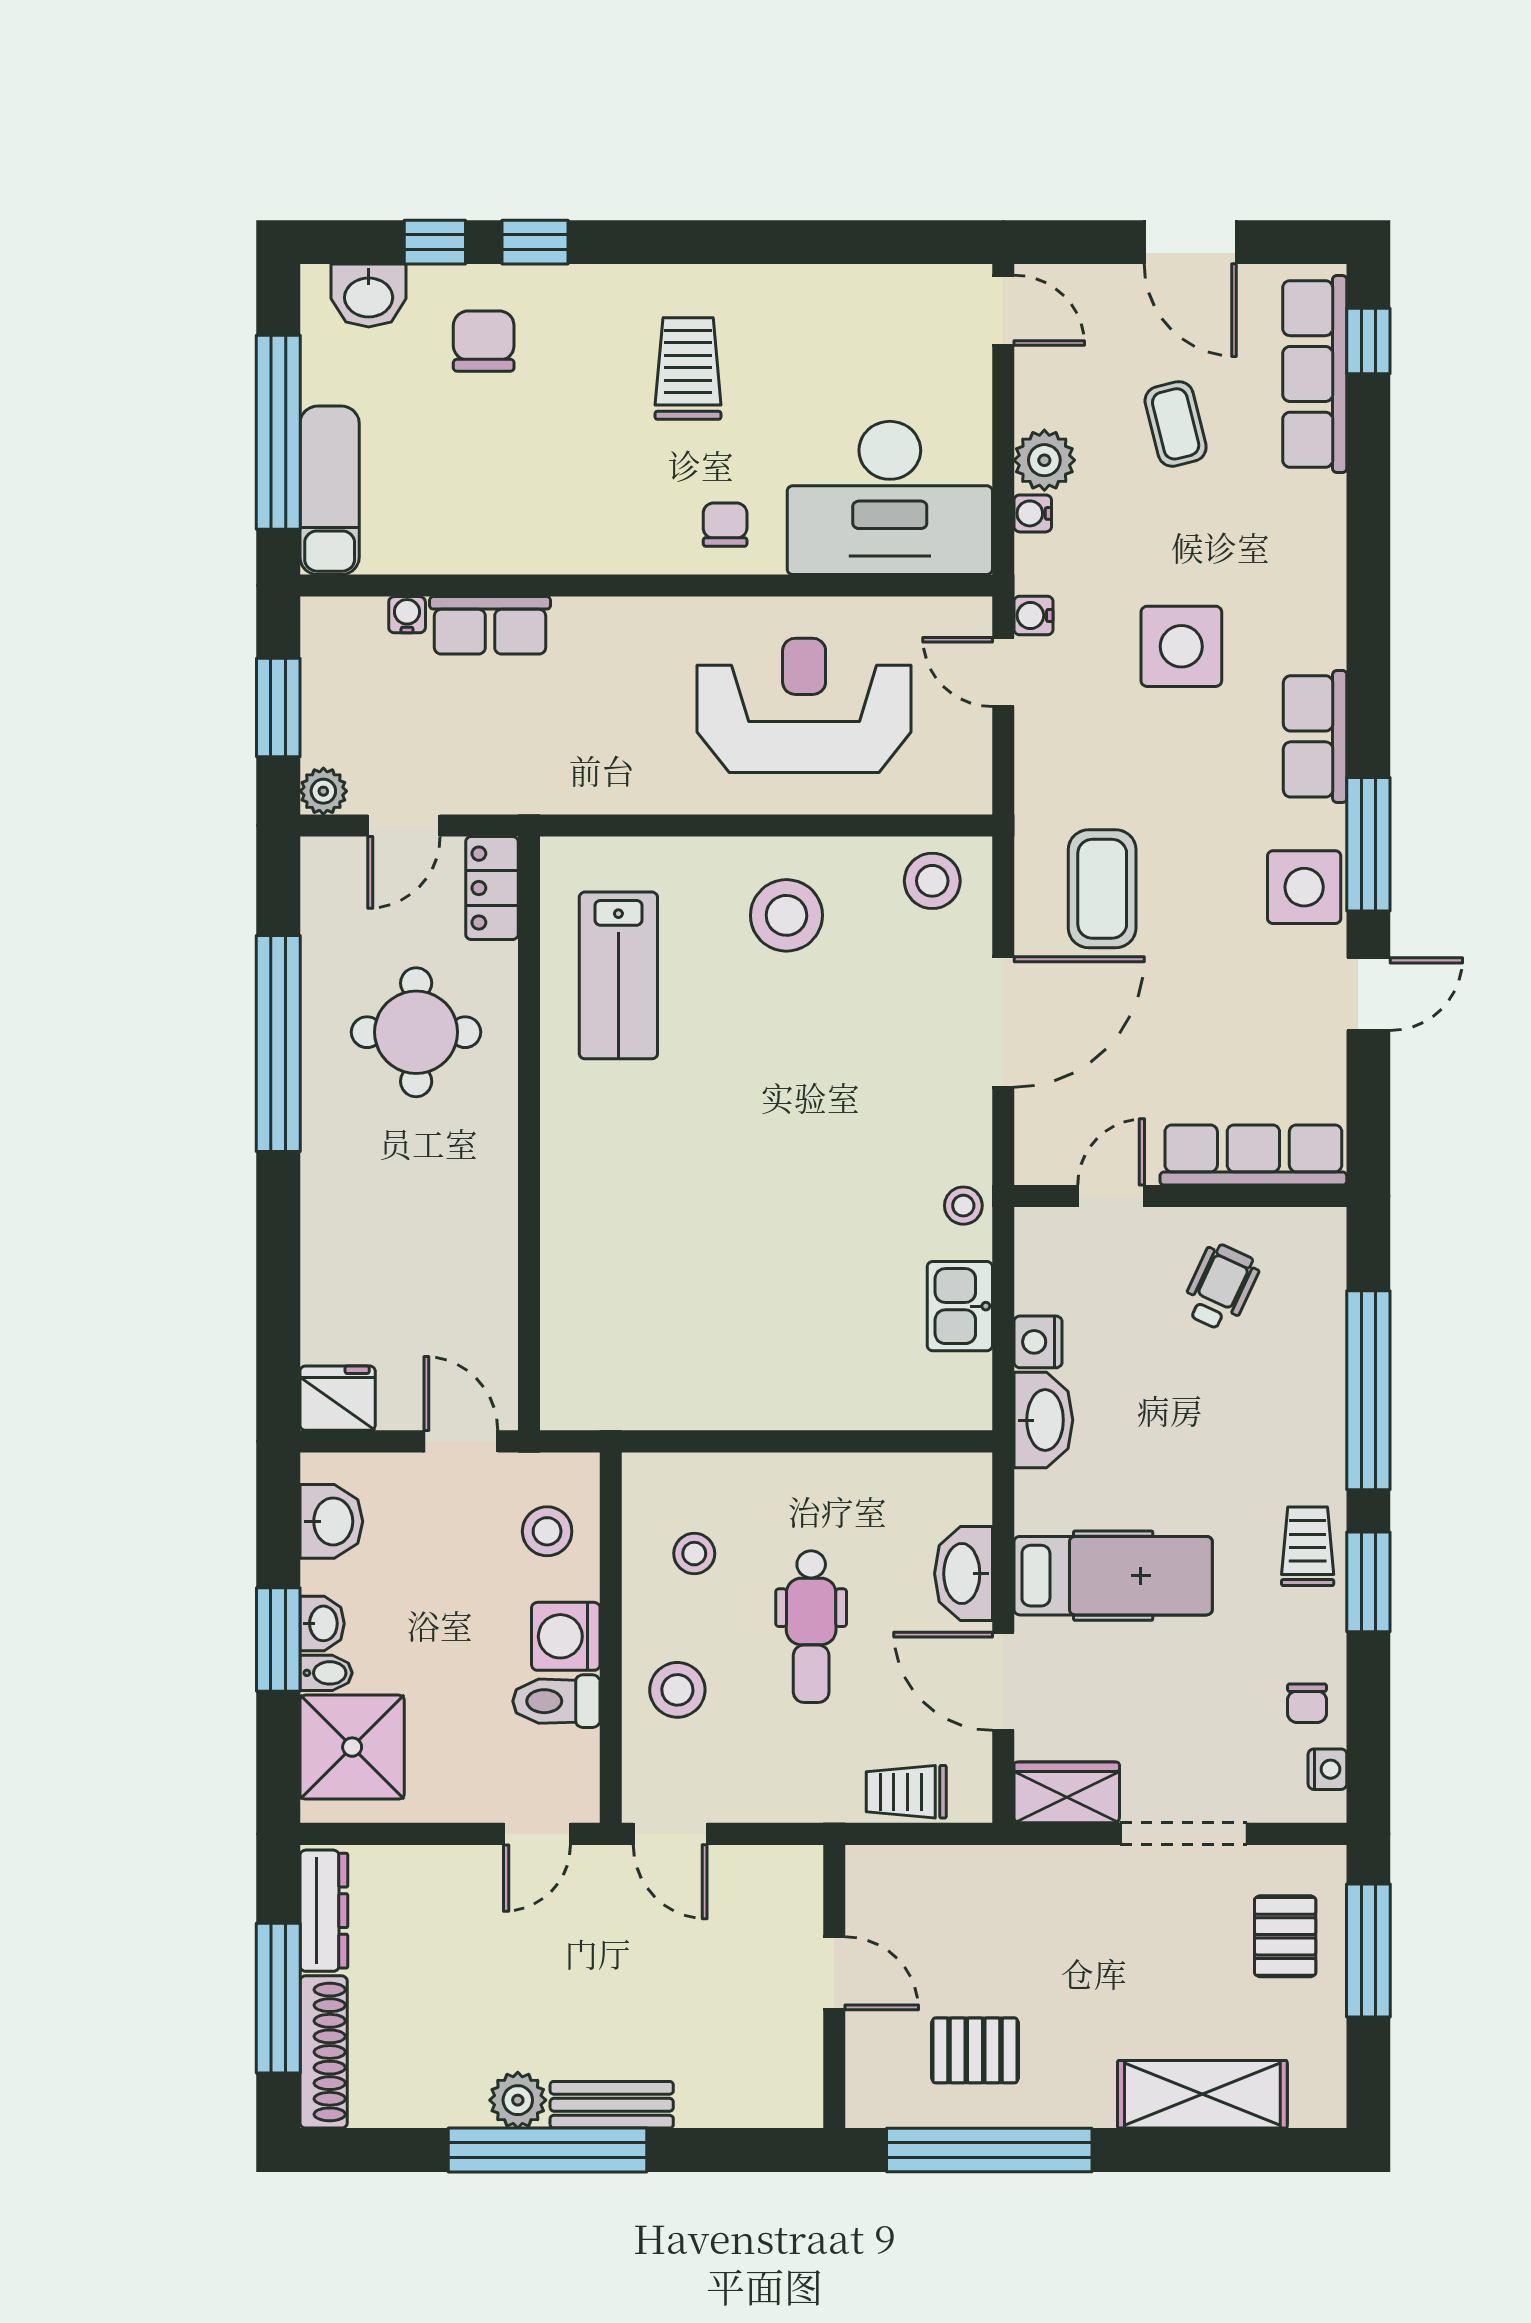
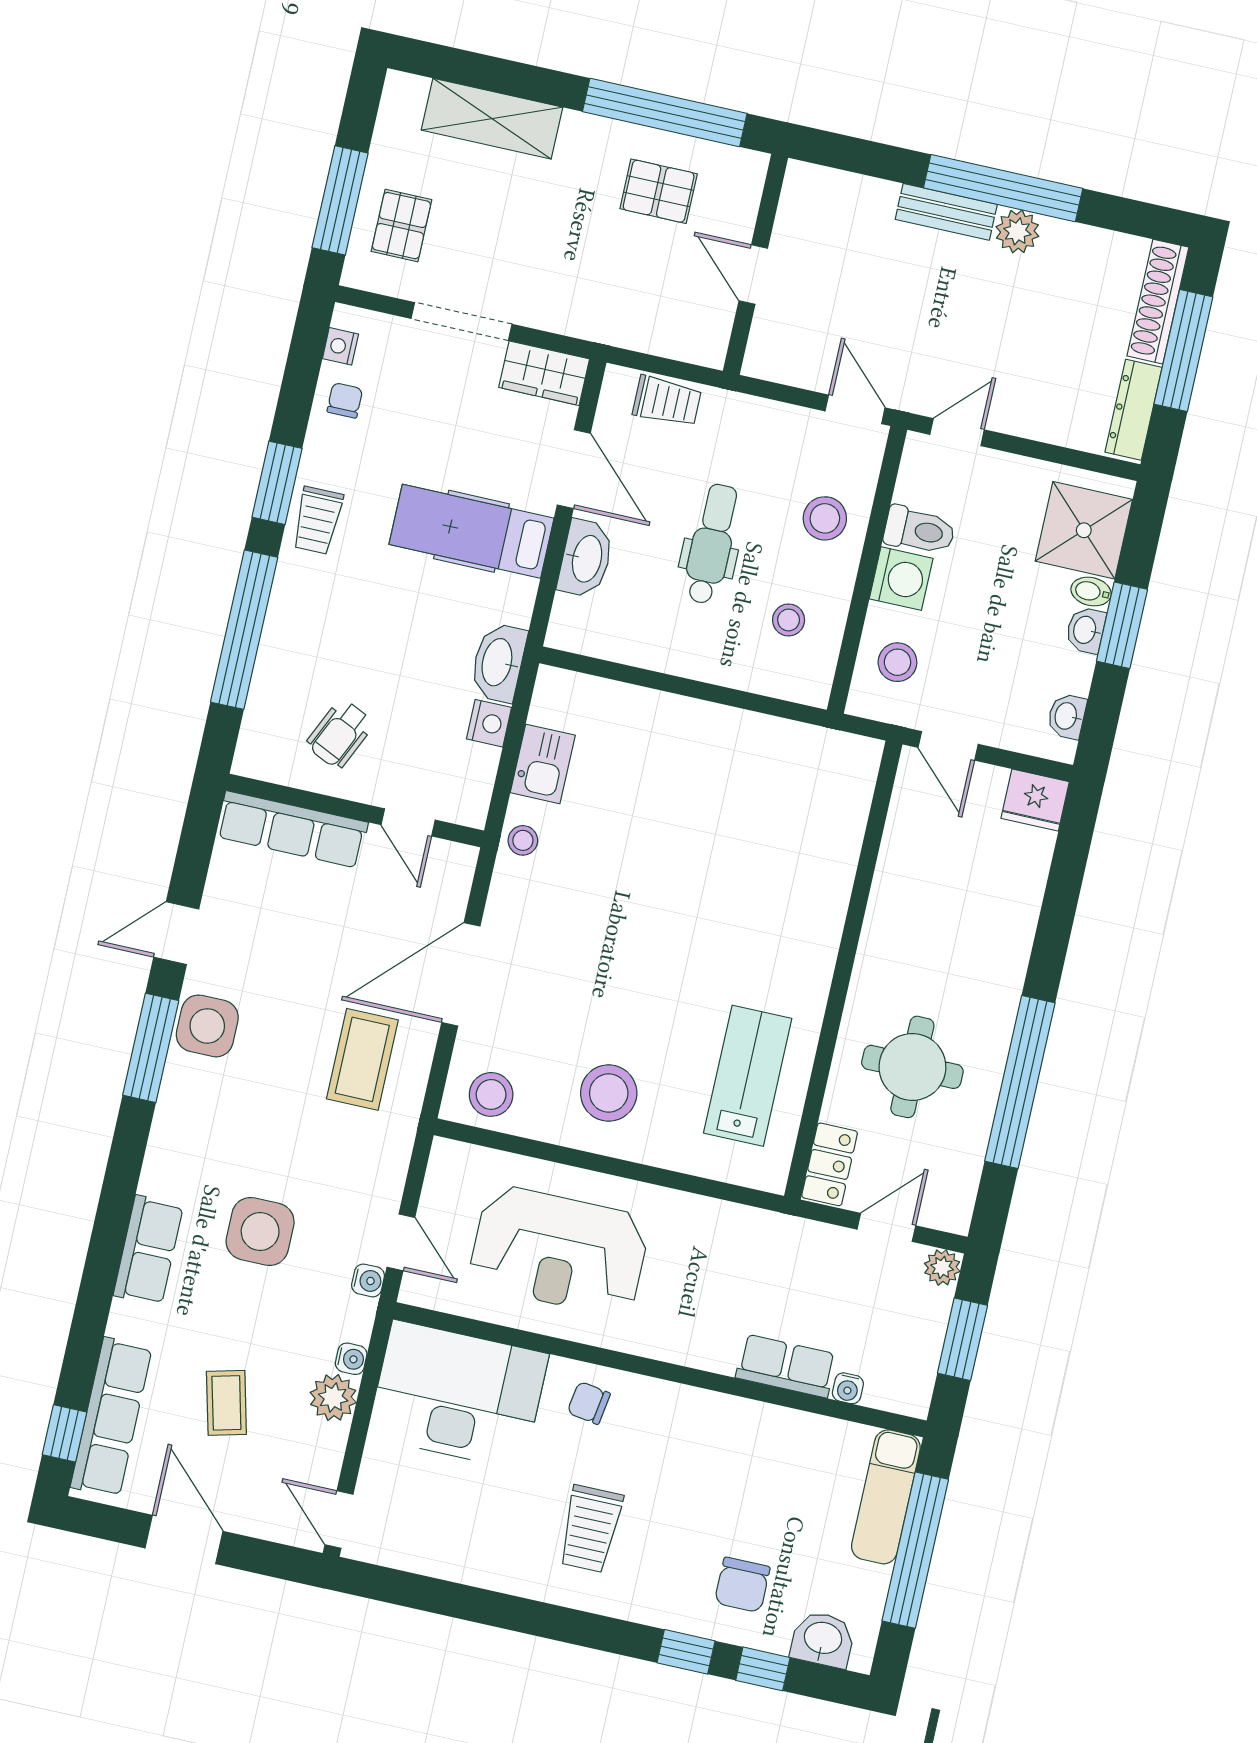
chair: (725, 525) -> (589, 1403), turned 99
row of seats: (1315, 736) -> (148, 1250), moved
door: (1111, 1196) -> (408, 822), hinge flipped
washbasin: (331, 1521) -> (1067, 716), width x0.72, depth x0.69

